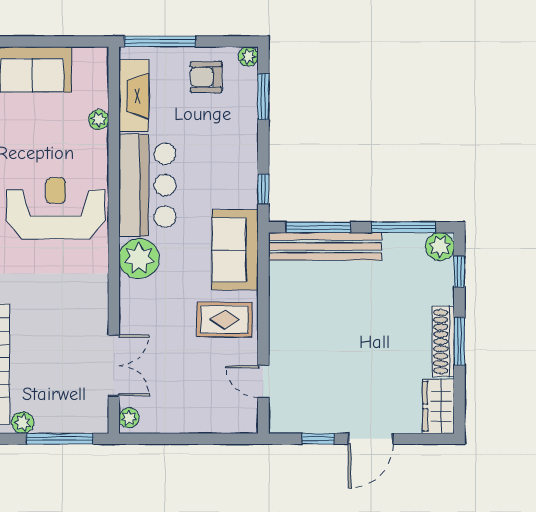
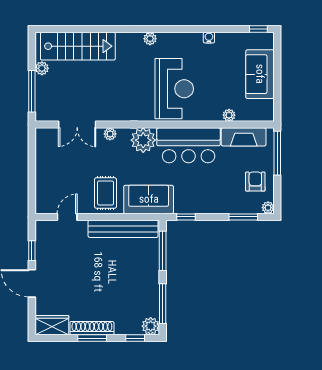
bench: (325, 246) -> (123, 229), moved, turned 90
plant: (129, 418) -> (110, 134), moved

